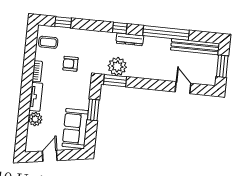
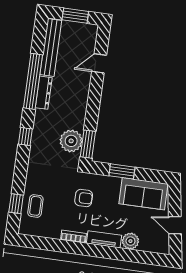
dresser: (130, 39) -> (44, 93), moved
coffee table: (48, 42) -> (35, 206), moved
armchair: (70, 64) -> (84, 198), moved, turned -90

